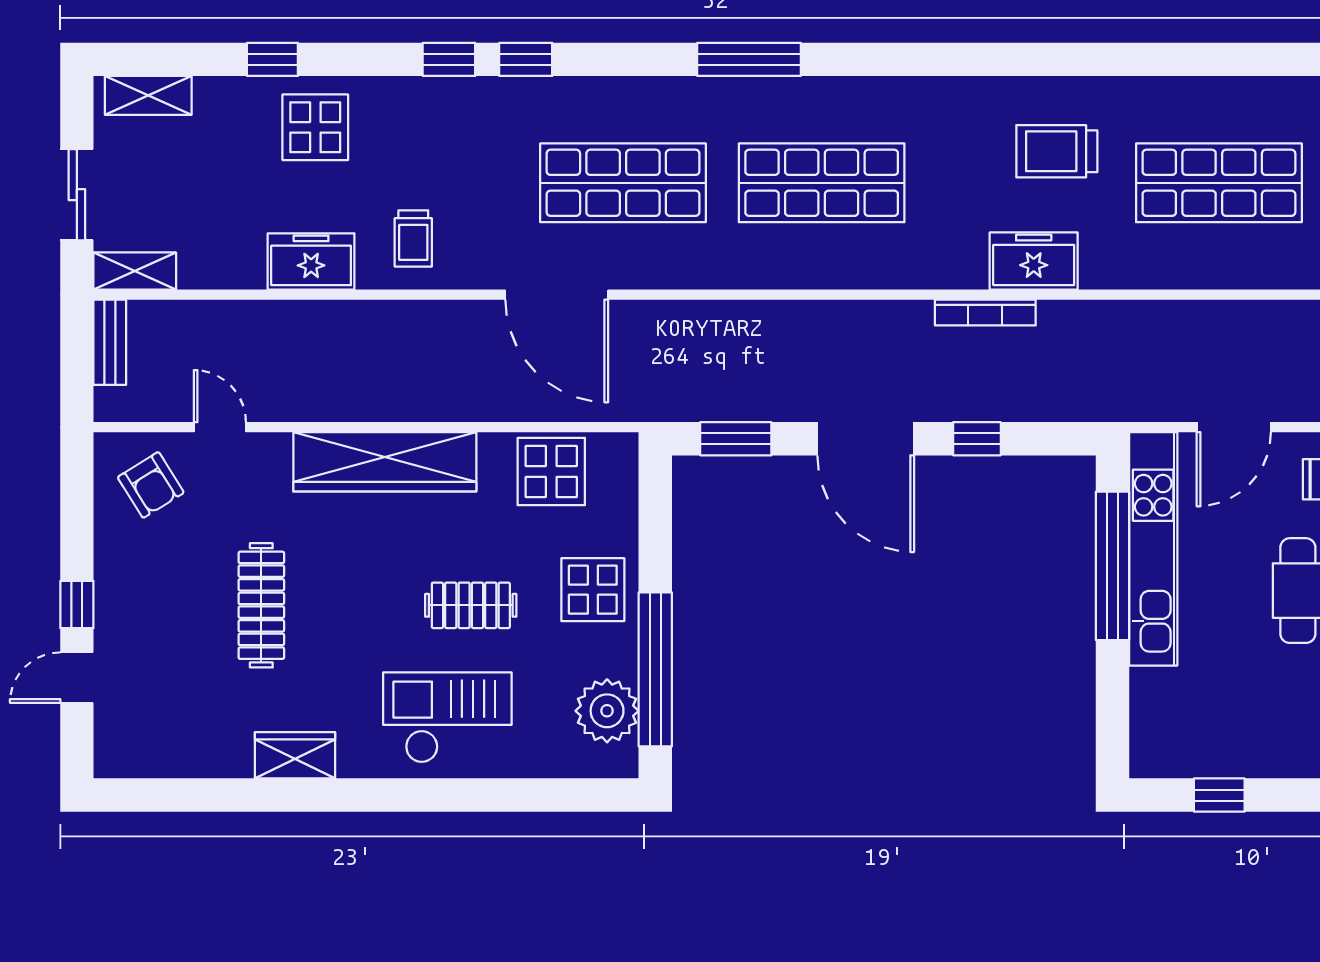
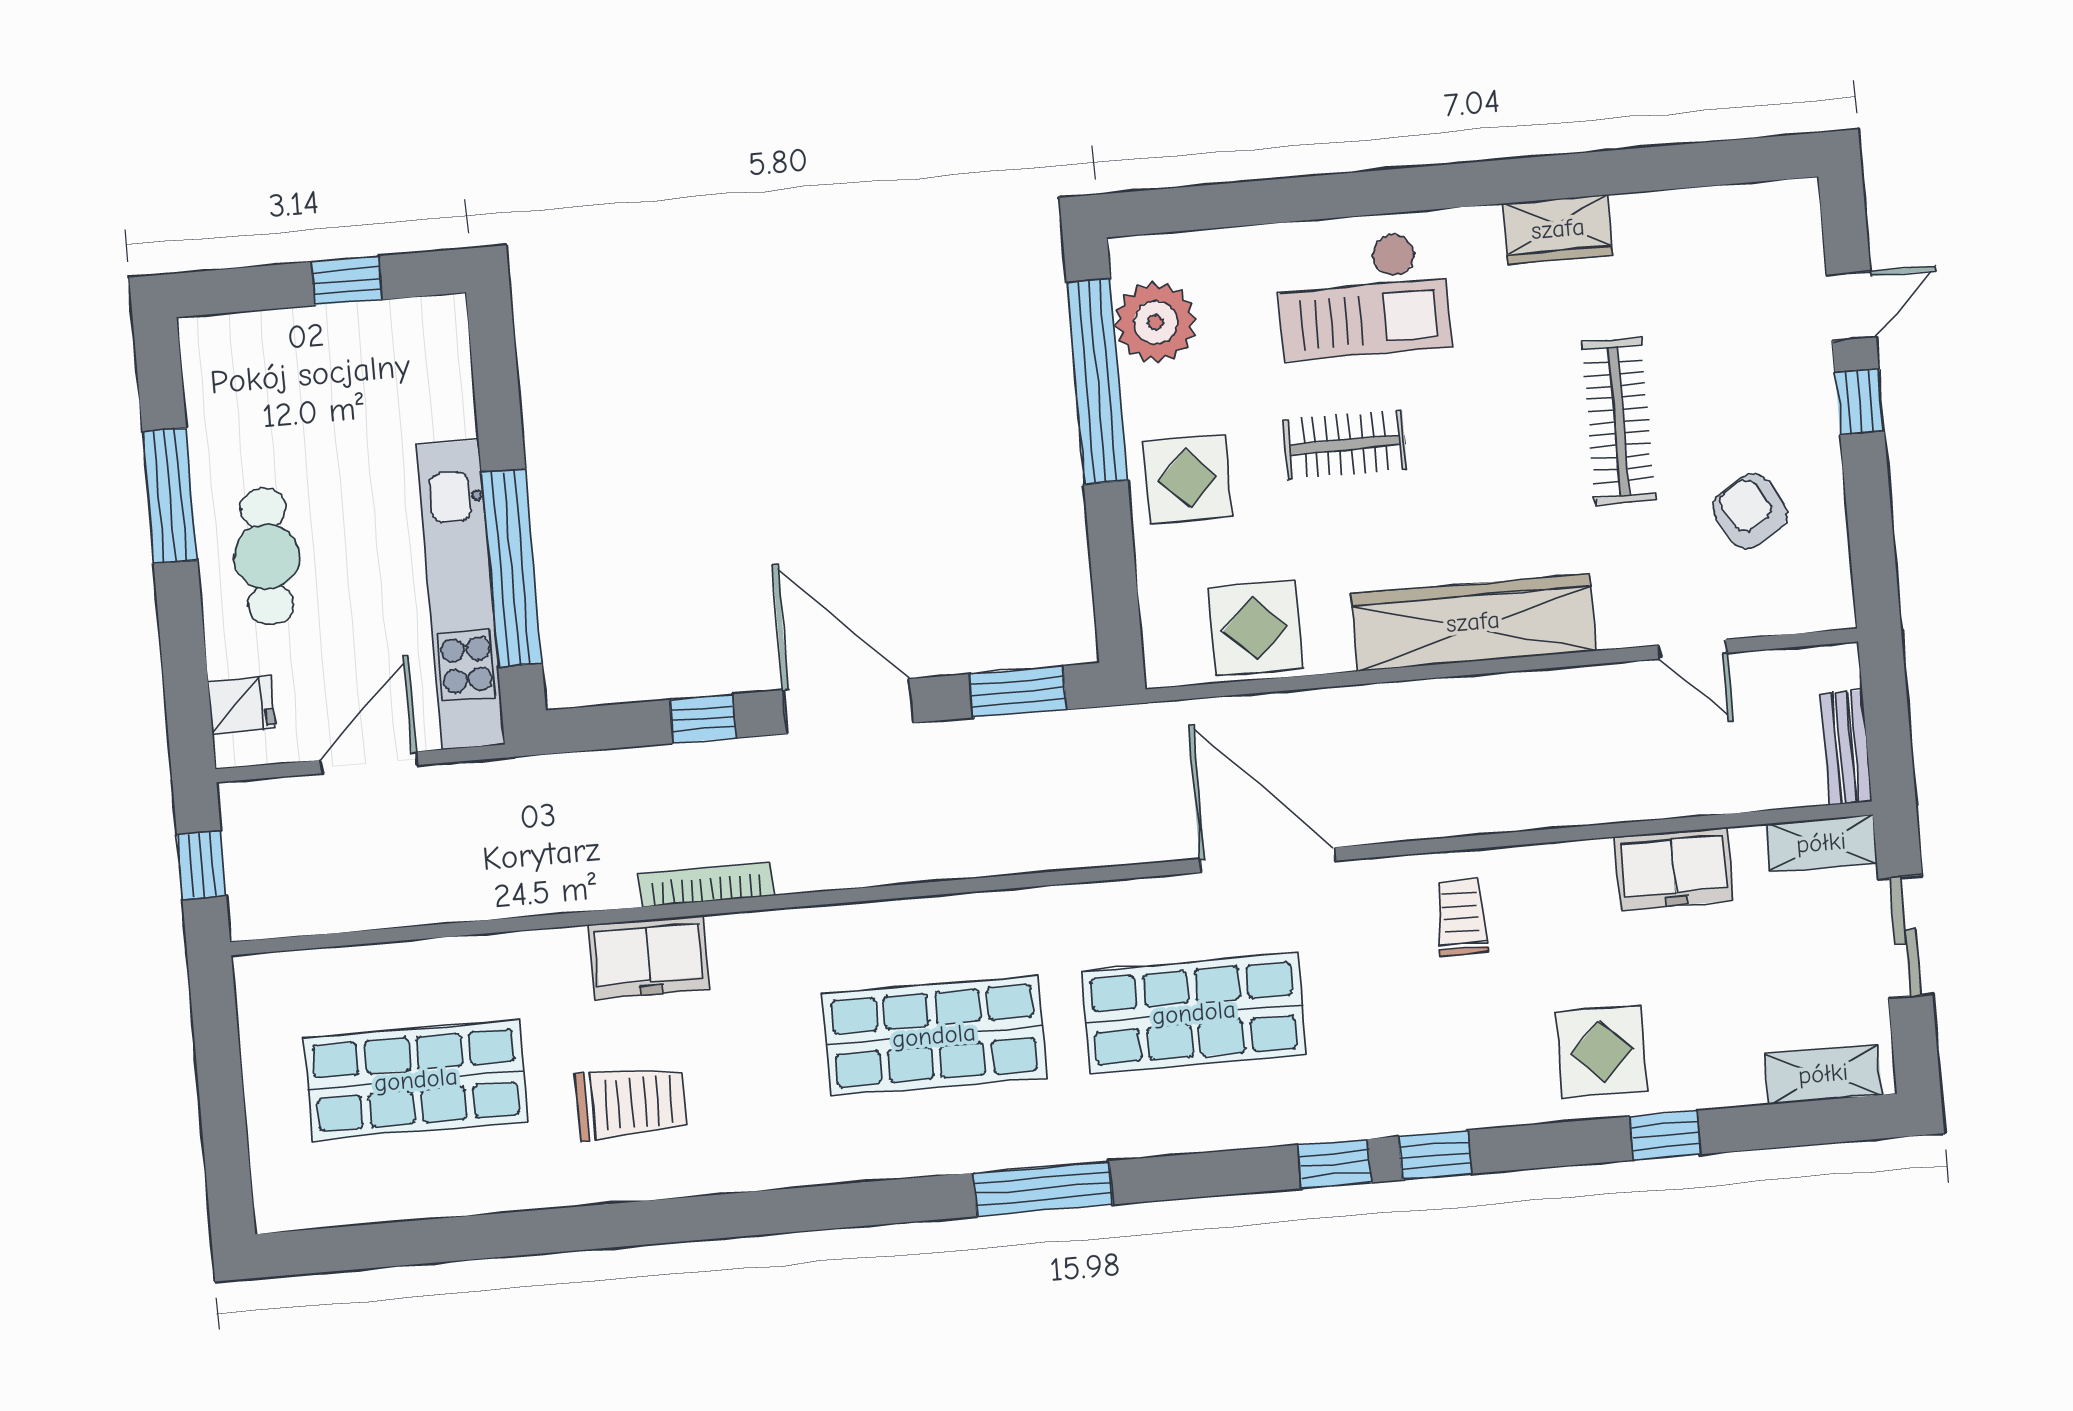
freezer: (311, 261) -> (1674, 869), moved
armchair: (151, 485) -> (1750, 511), moved

